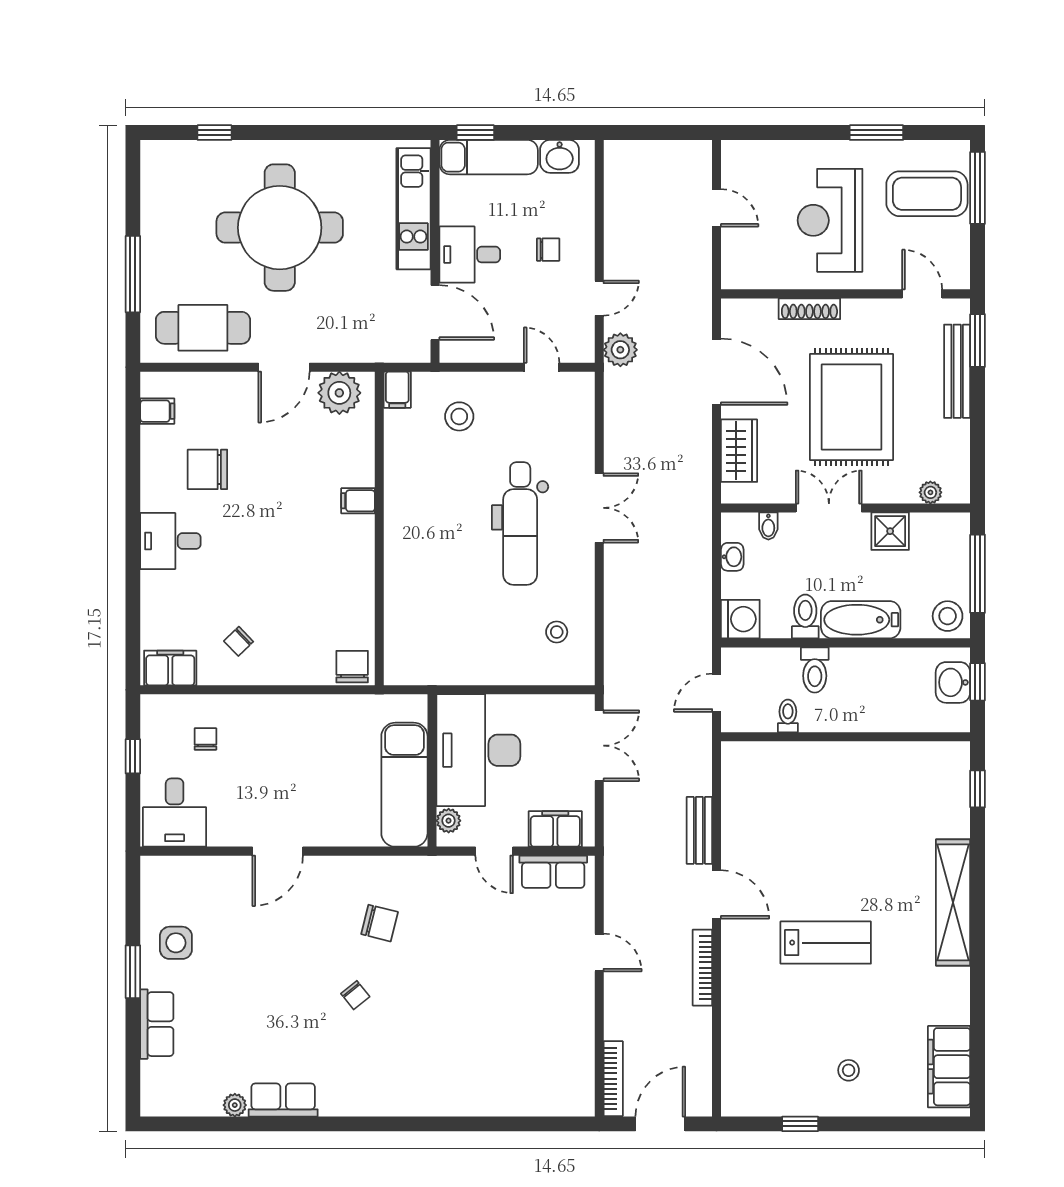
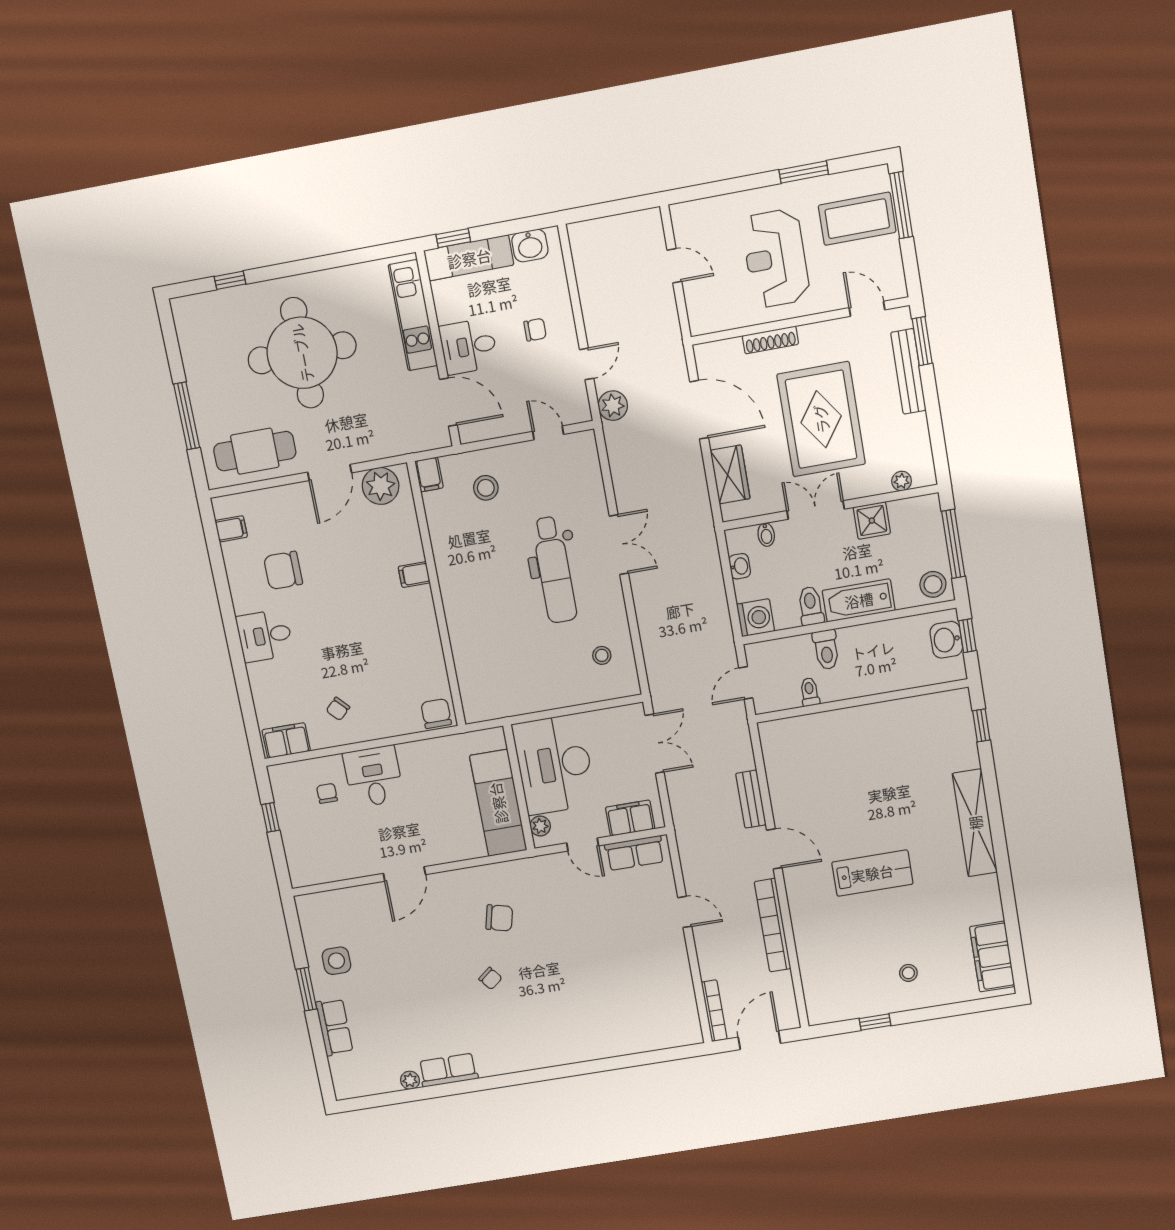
desk: (175, 813) -> (373, 776), moved, turned 180
bookcase: (702, 968) -> (773, 925), width x1.48, depth x1.31

